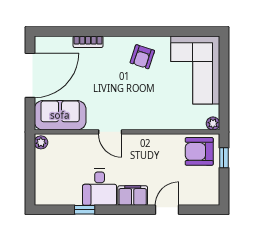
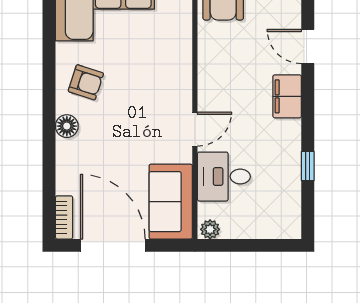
bookcase: (88, 42) -> (64, 217), moved
floor lamp: (112, 44) -> (67, 126), added
desk: (100, 187) -> (224, 177), moved, turned 180

